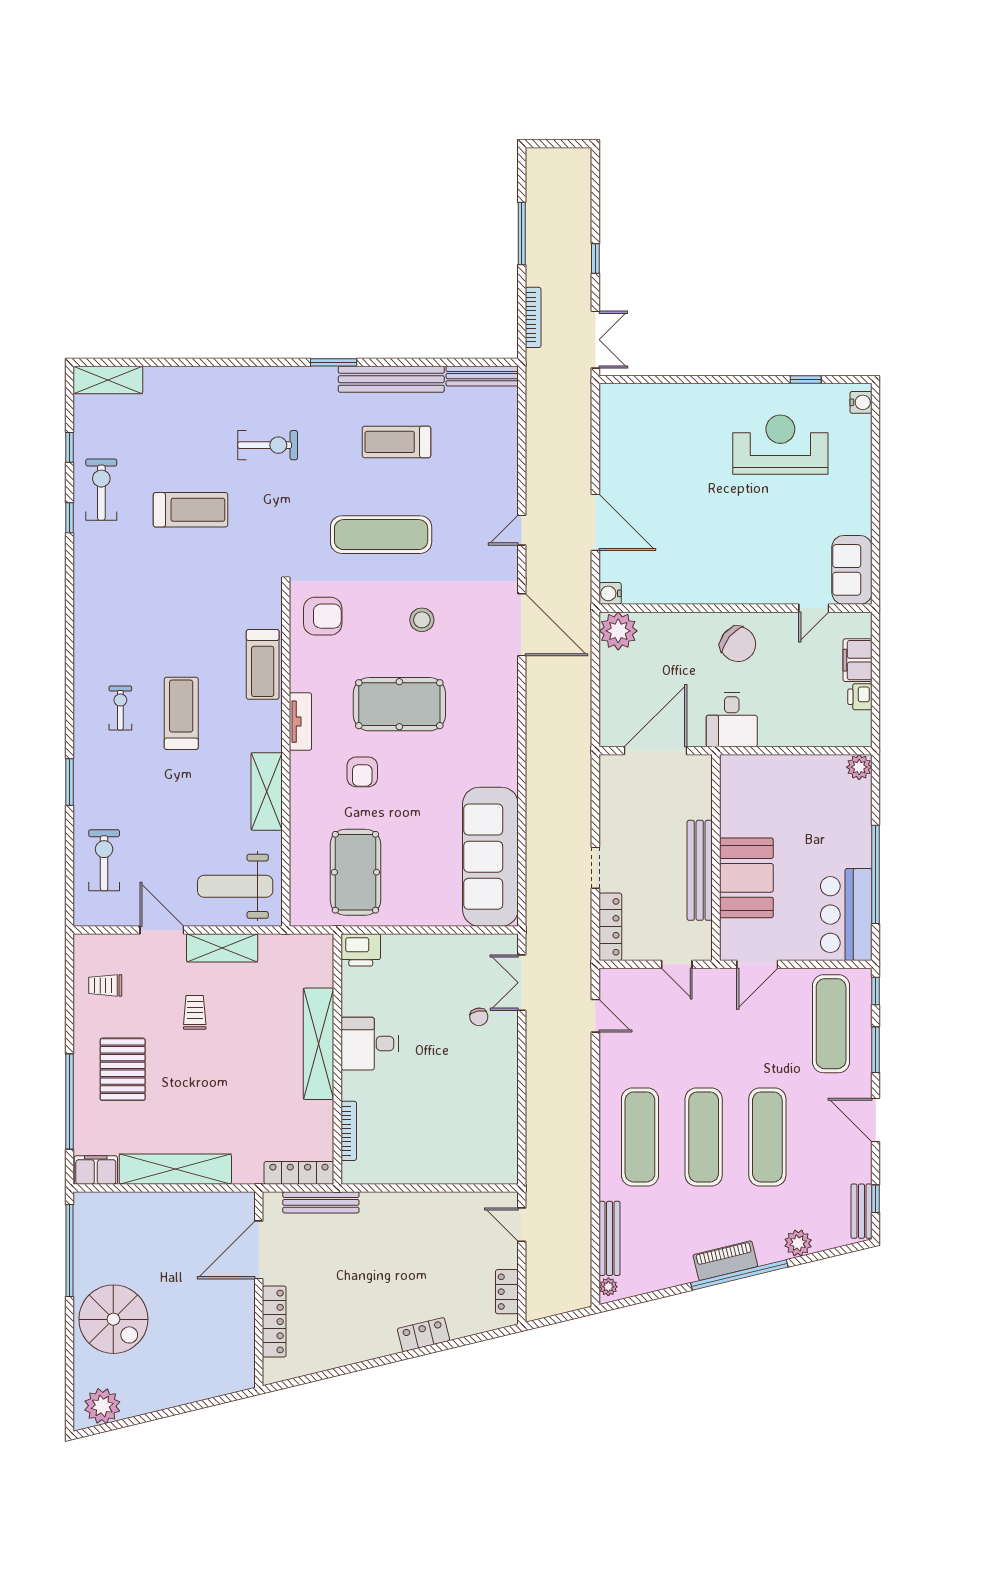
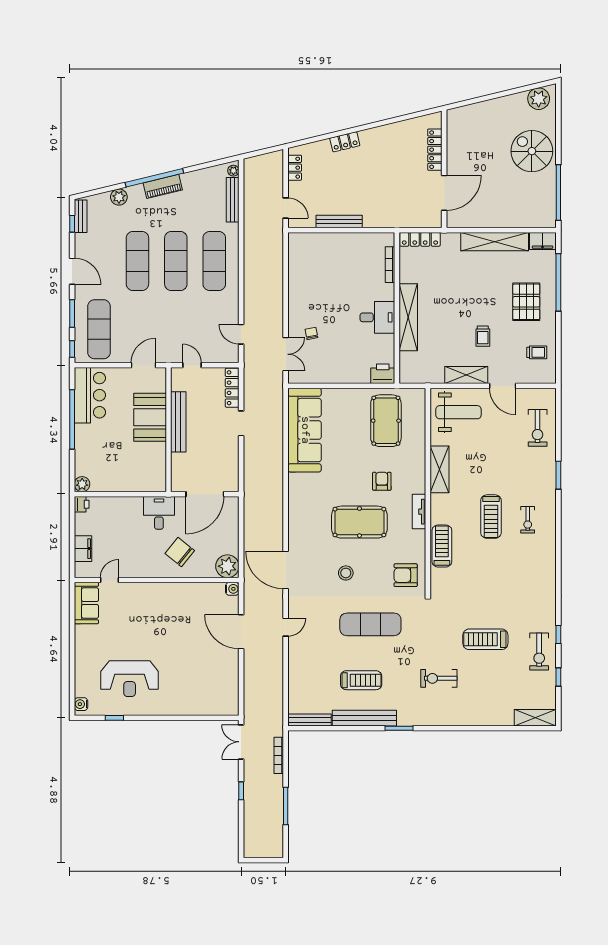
chair: (738, 644) -> (180, 552), moved
printer: (860, 697) -> (82, 504), moved
bench: (321, 1202) -> (339, 222), moved

